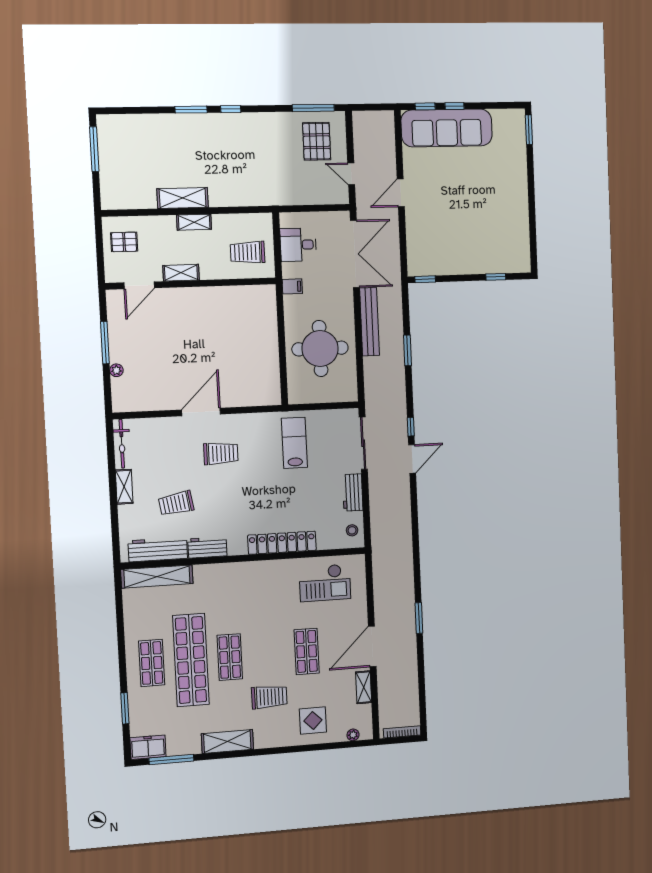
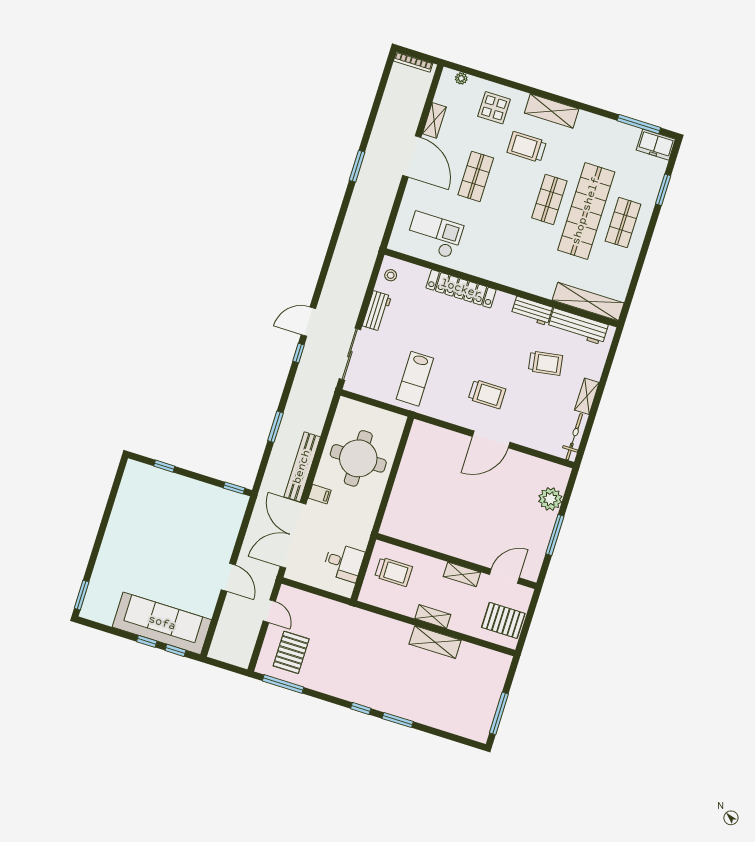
door: (401, 193) -> (228, 577), hinge flipped
pallet: (124, 242) -> (503, 620), width x1.50, depth x1.42
filing cabinet: (292, 286) -> (320, 494), moved, turned 180
plant: (116, 370) -> (550, 499), width x1.88, depth x1.88
trolley: (221, 453) -> (487, 394), turned 180
door: (372, 646) -> (412, 156), hinge flipped
shelving: (227, 741) -> (552, 111), moved

